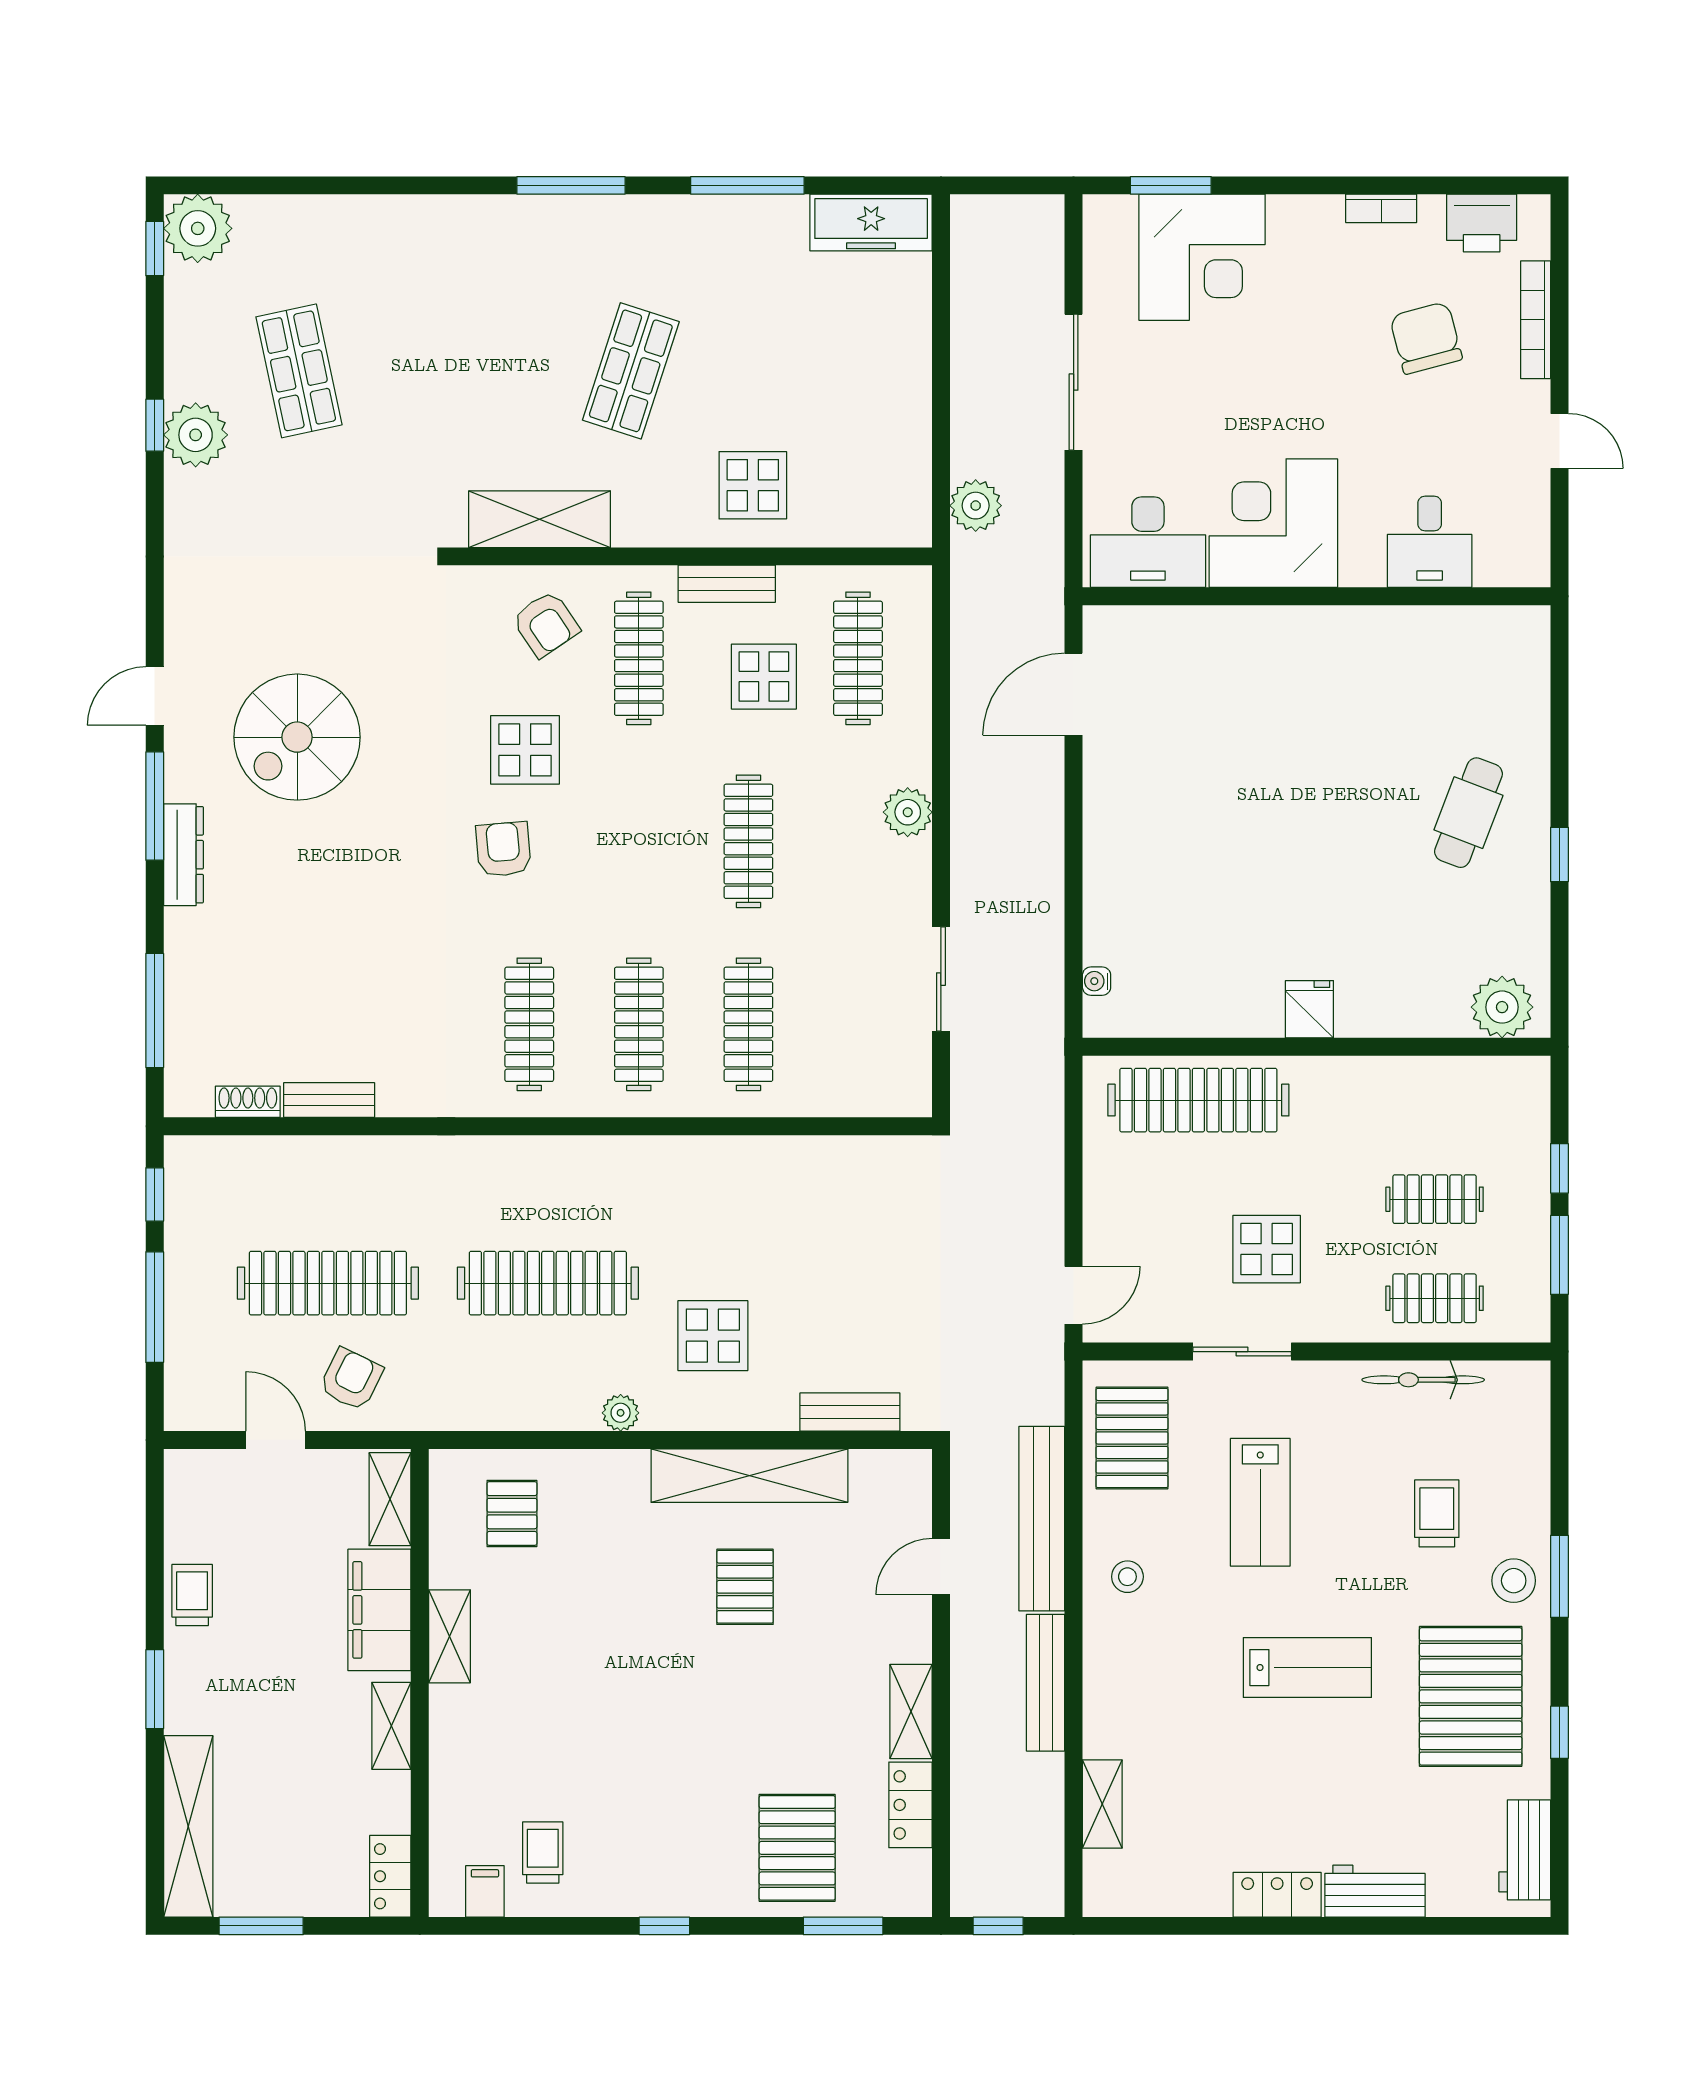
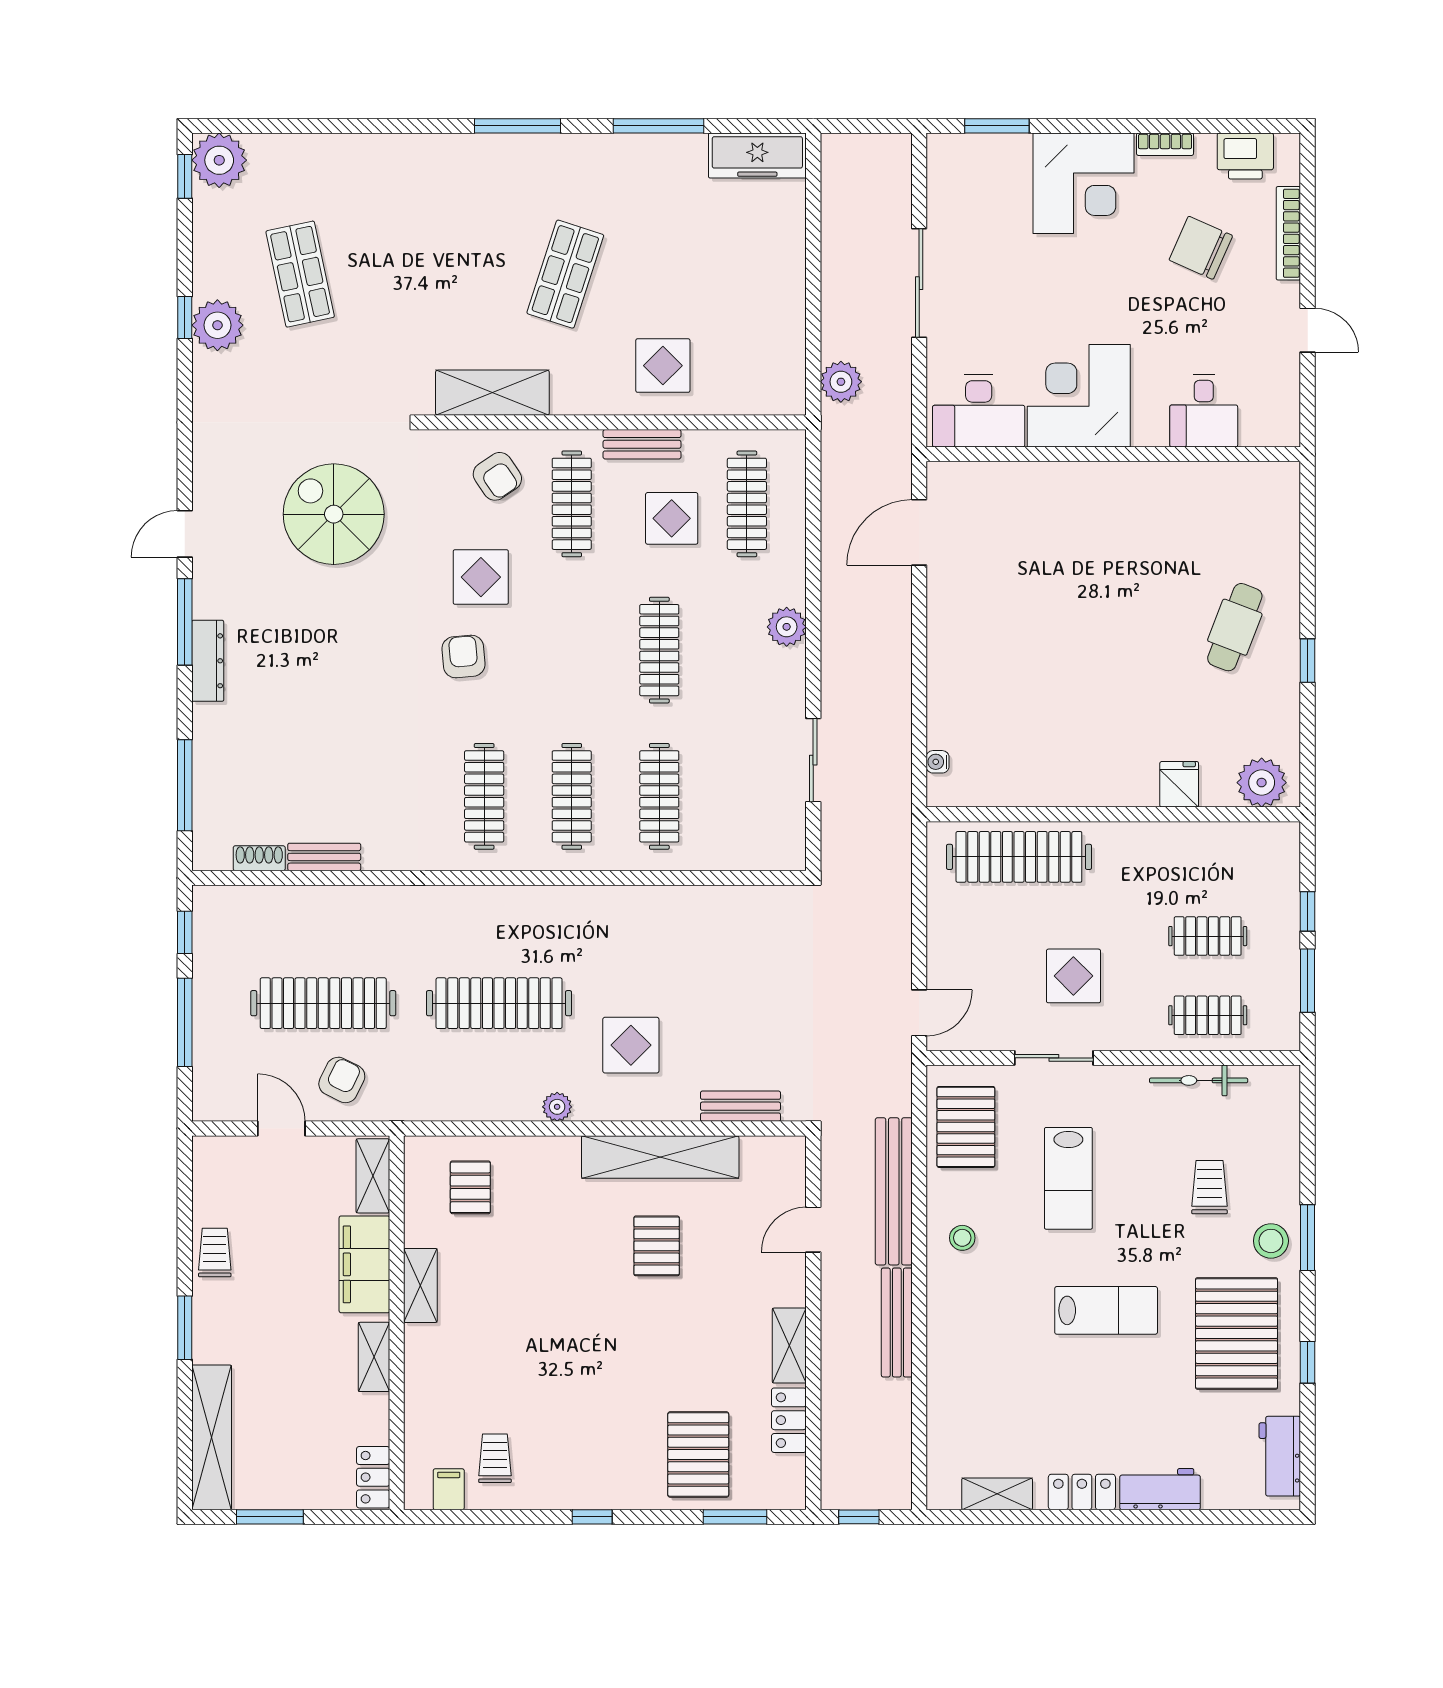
corner desk: (1202, 257) -> (1083, 183), moved
chair: (1426, 338) -> (1201, 248), turned -51
spiral stairs: (297, 737) -> (334, 514), moved, turned 90
fridge: (1309, 1009) -> (1179, 784), moved
shelving: (1102, 1804) -> (997, 1494), moved, turned 90

